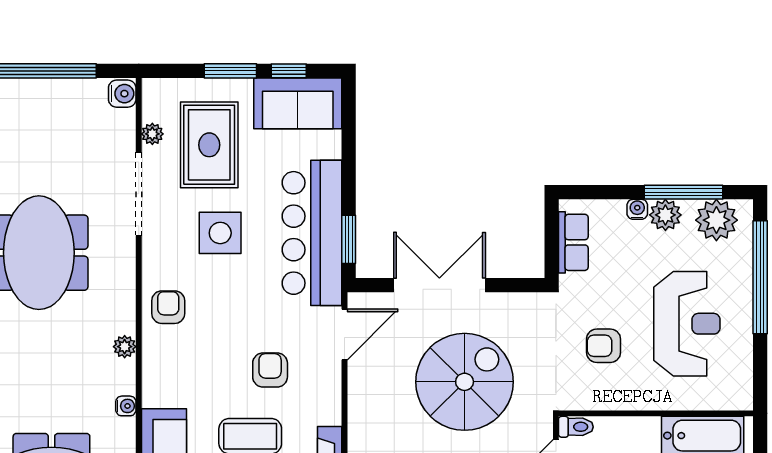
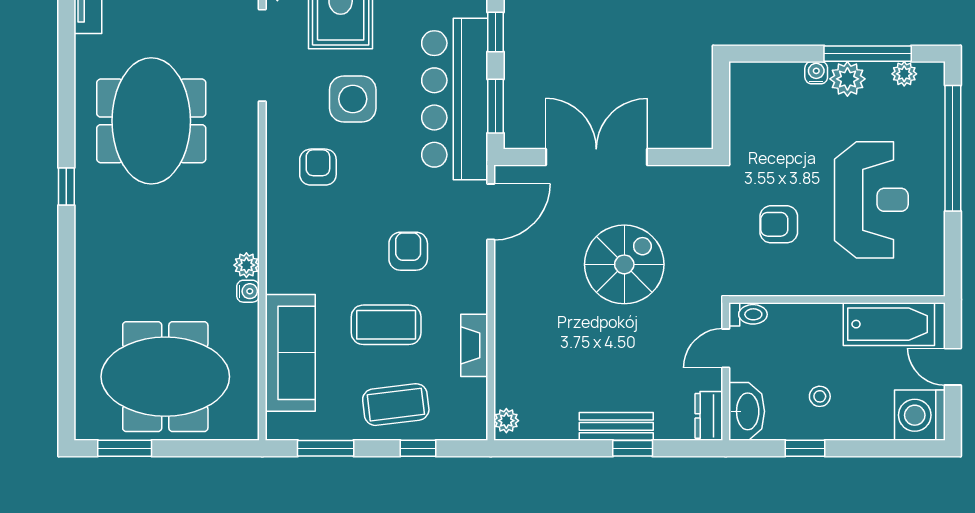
window: (349, 173) -> (496, 32), added
plant: (716, 220) -> (904, 74), width x0.53, depth x0.53
row of seats: (573, 242) -> (745, 109), removed
armchair: (168, 307) -> (318, 167), moved
plant: (125, 347) -> (246, 265), moved
spiral stairs: (465, 382) -> (624, 264), width x0.73, depth x0.73

